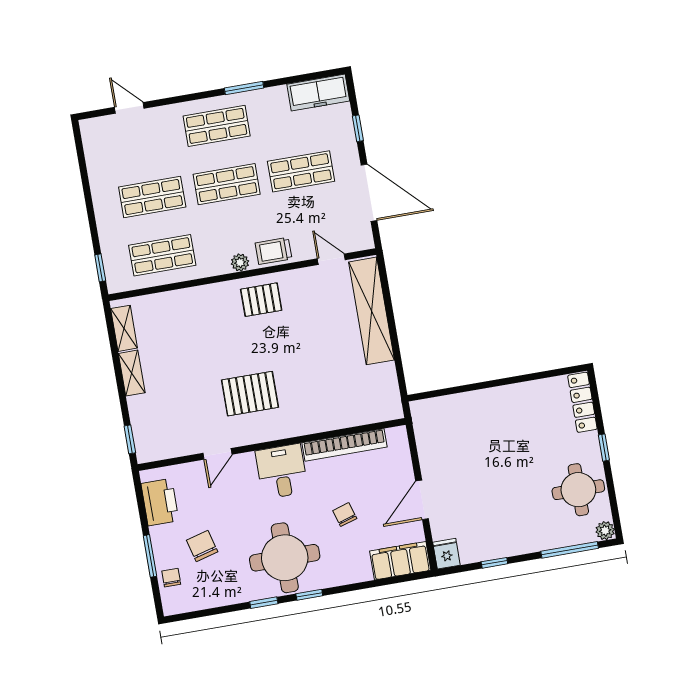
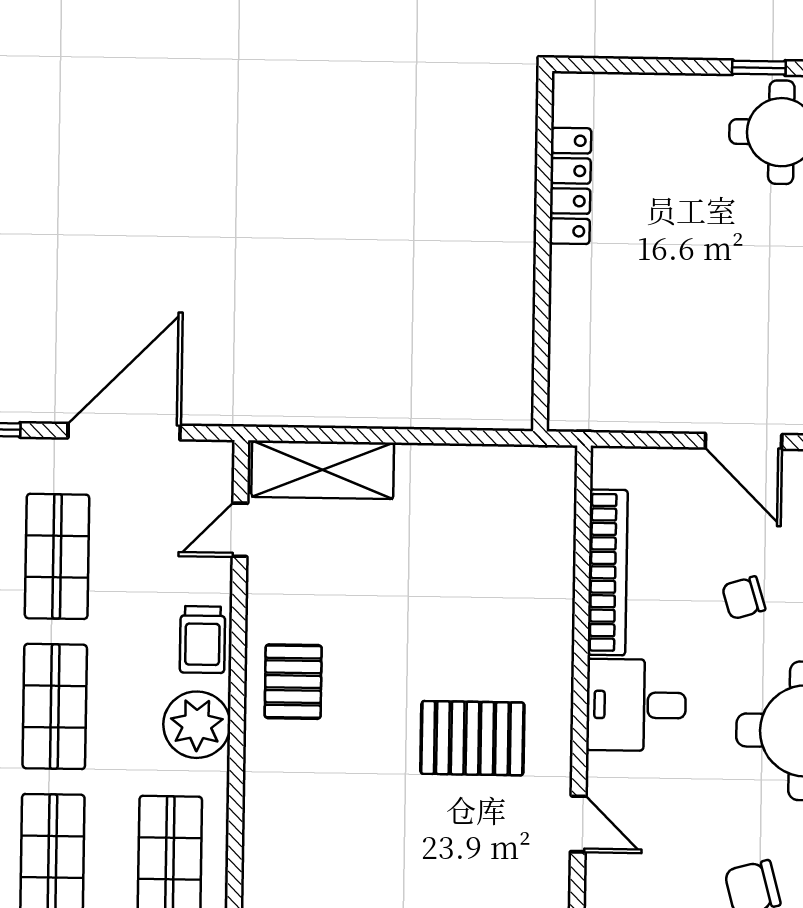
plant: (240, 263) -> (197, 725), width x1.88, depth x1.88
shelving: (372, 311) -> (323, 470), width x0.68
pallet: (250, 394) -> (472, 738), turned 90
locker: (582, 402) -> (570, 186), moved, turned -90
window: (604, 448) -> (759, 68), moved

